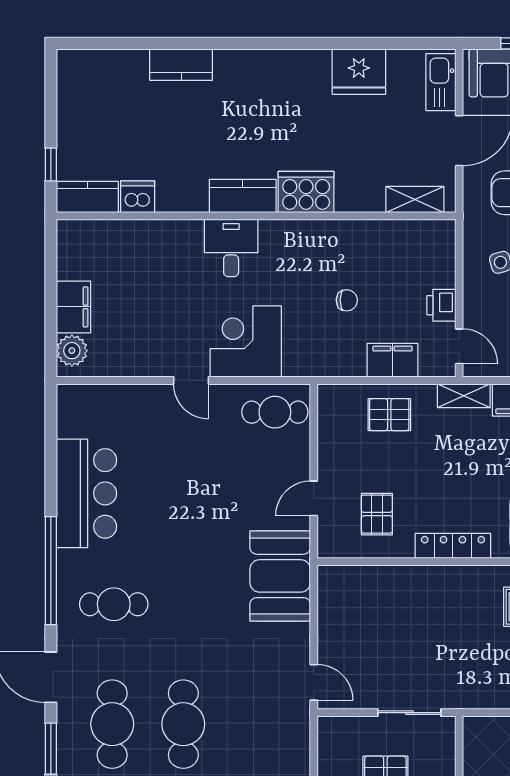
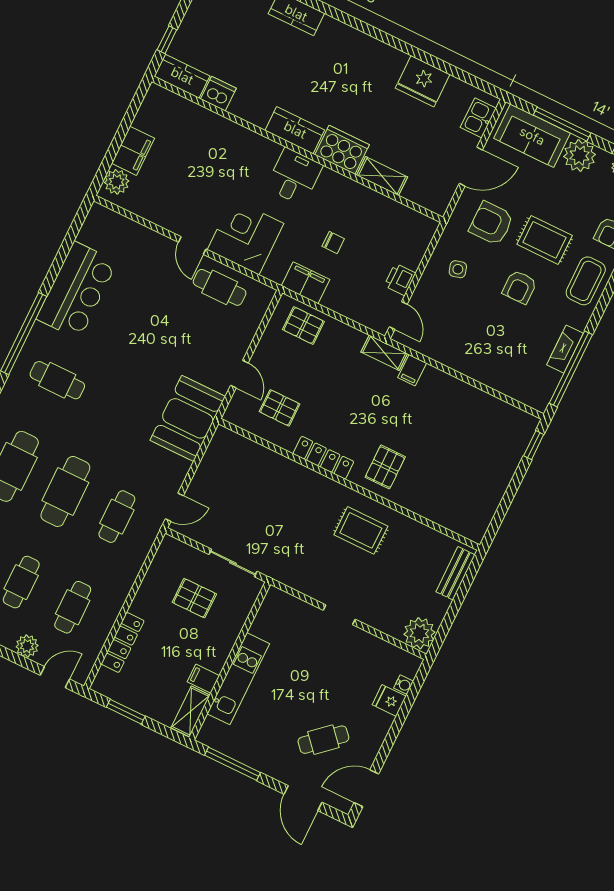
kitchen sink: (441, 82) -> (478, 118), width x0.73
shelving: (415, 200) -> (382, 176), moved
desk: (231, 248) -> (294, 177), moved
filing cabinet: (392, 360) -> (305, 283), moved
cafe table: (275, 412) -> (220, 287), moved
pallet: (389, 415) -> (303, 325), moved
door: (314, 498) -> (239, 374), swing flipped
pallet: (377, 514) -> (280, 408), turned 90
door: (314, 682) -> (174, 507), hinge flipped
cafe table: (255, 724) -> (117, 517), added

